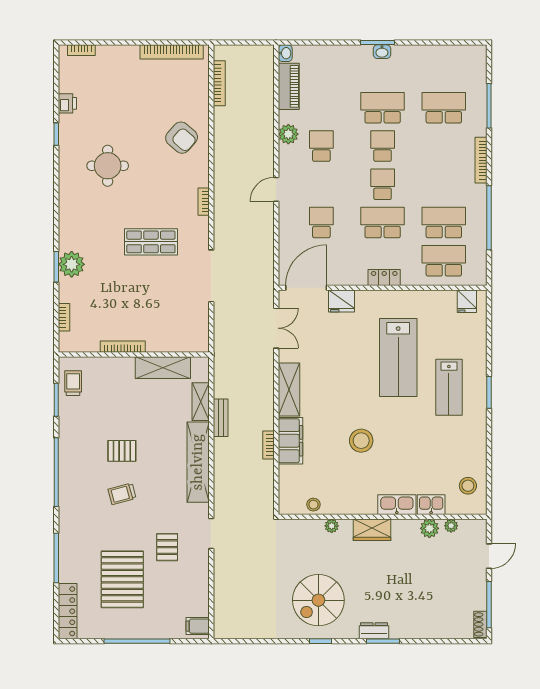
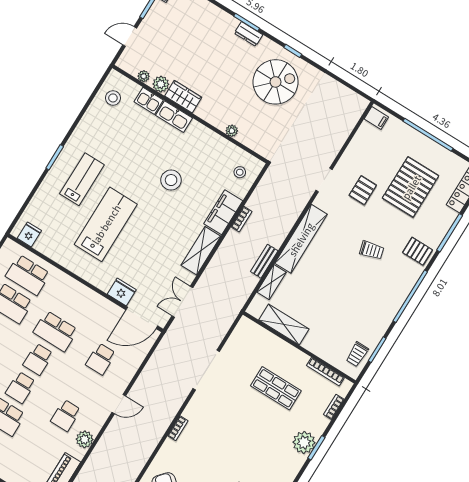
shop shelf: (151, 242) -> (276, 388), moved
locker: (384, 278) -> (79, 290), removed
bookcase: (123, 347) -> (325, 372), moved
pallet: (122, 451) -> (418, 251), moved
stool: (313, 505) -> (240, 172), moved
wardrobe: (372, 530) -> (183, 97), moved

